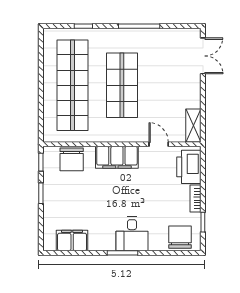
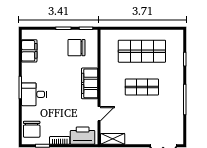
shop shelf: (73, 85) -> (142, 51), width x0.71
shop shelf: (122, 85) -> (142, 87), width x0.70, depth x0.74
chair: (72, 159) -> (76, 48), moved
chair: (180, 237) -> (32, 129), turned 90

